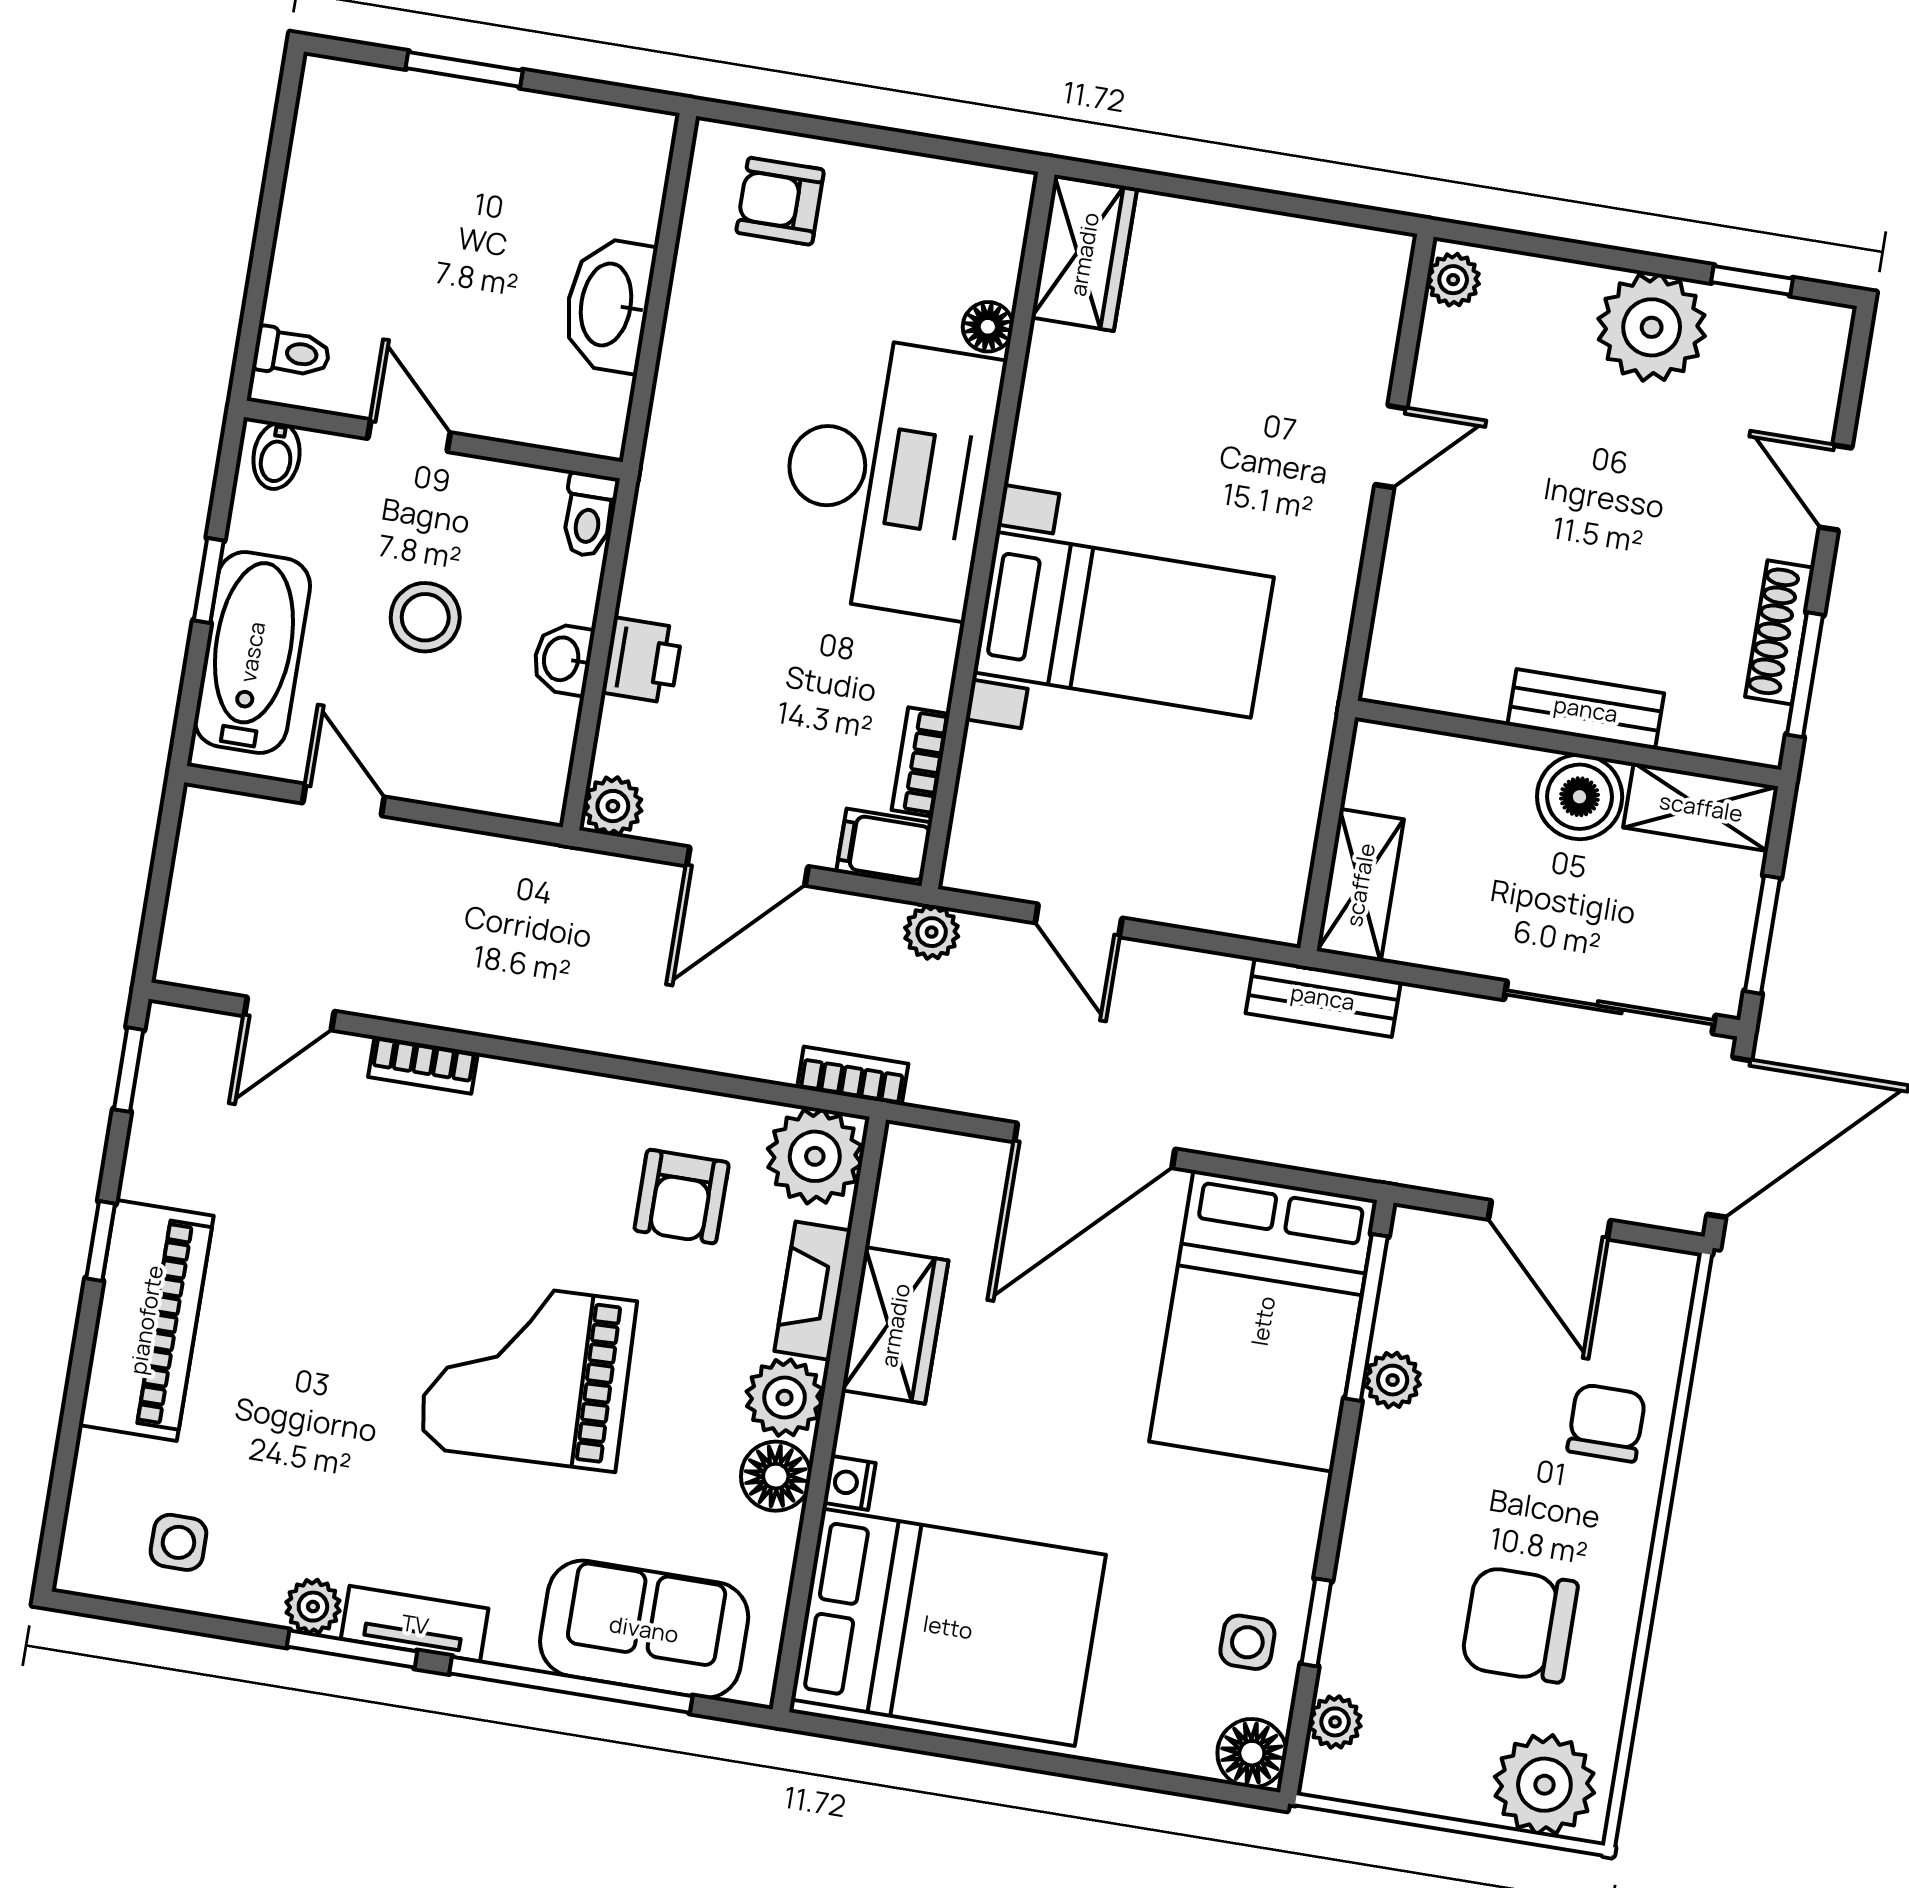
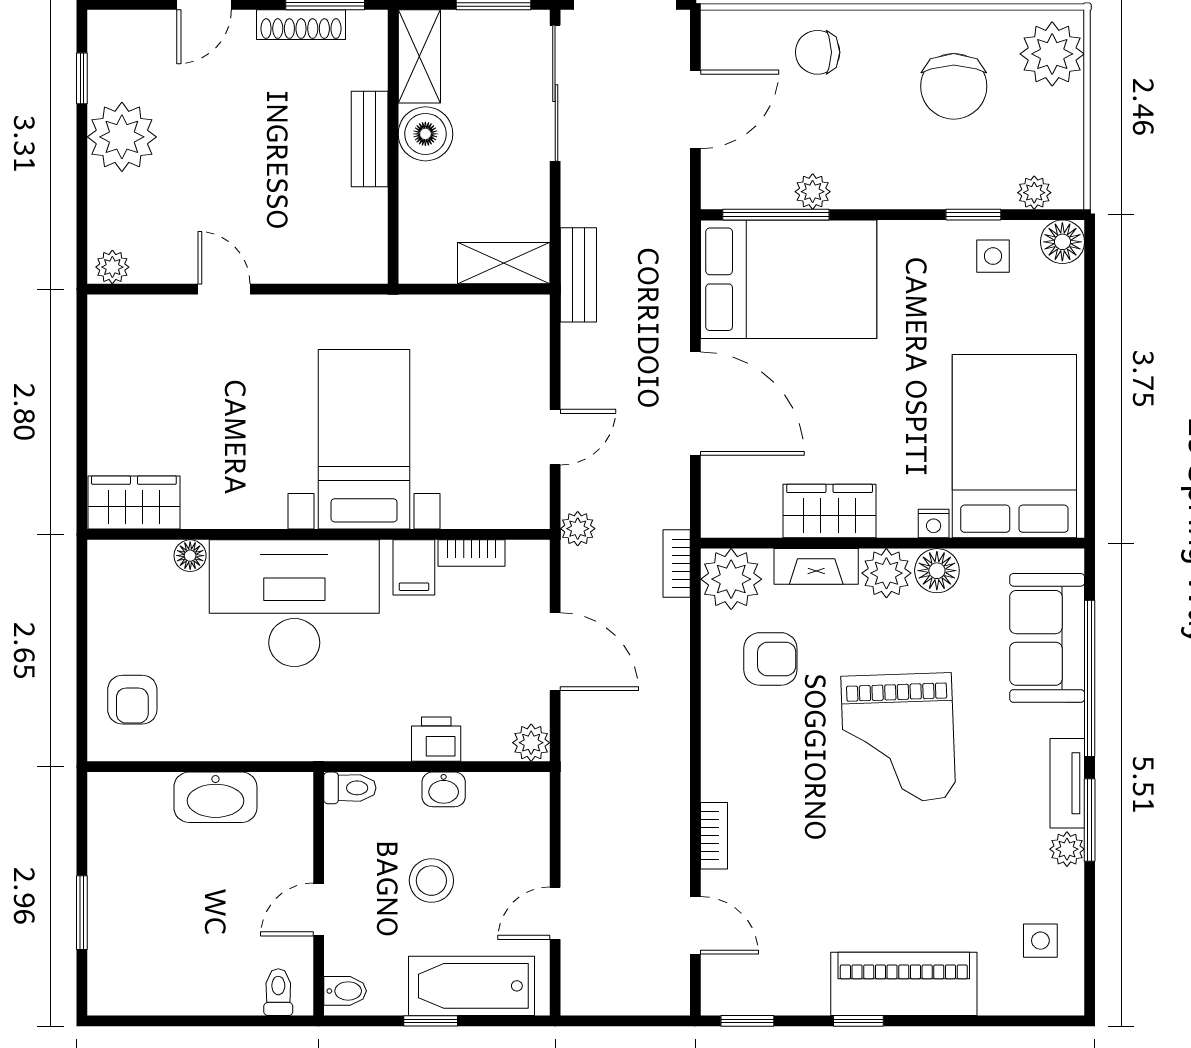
filing cabinet: (884, 847) -> (414, 567), moved

